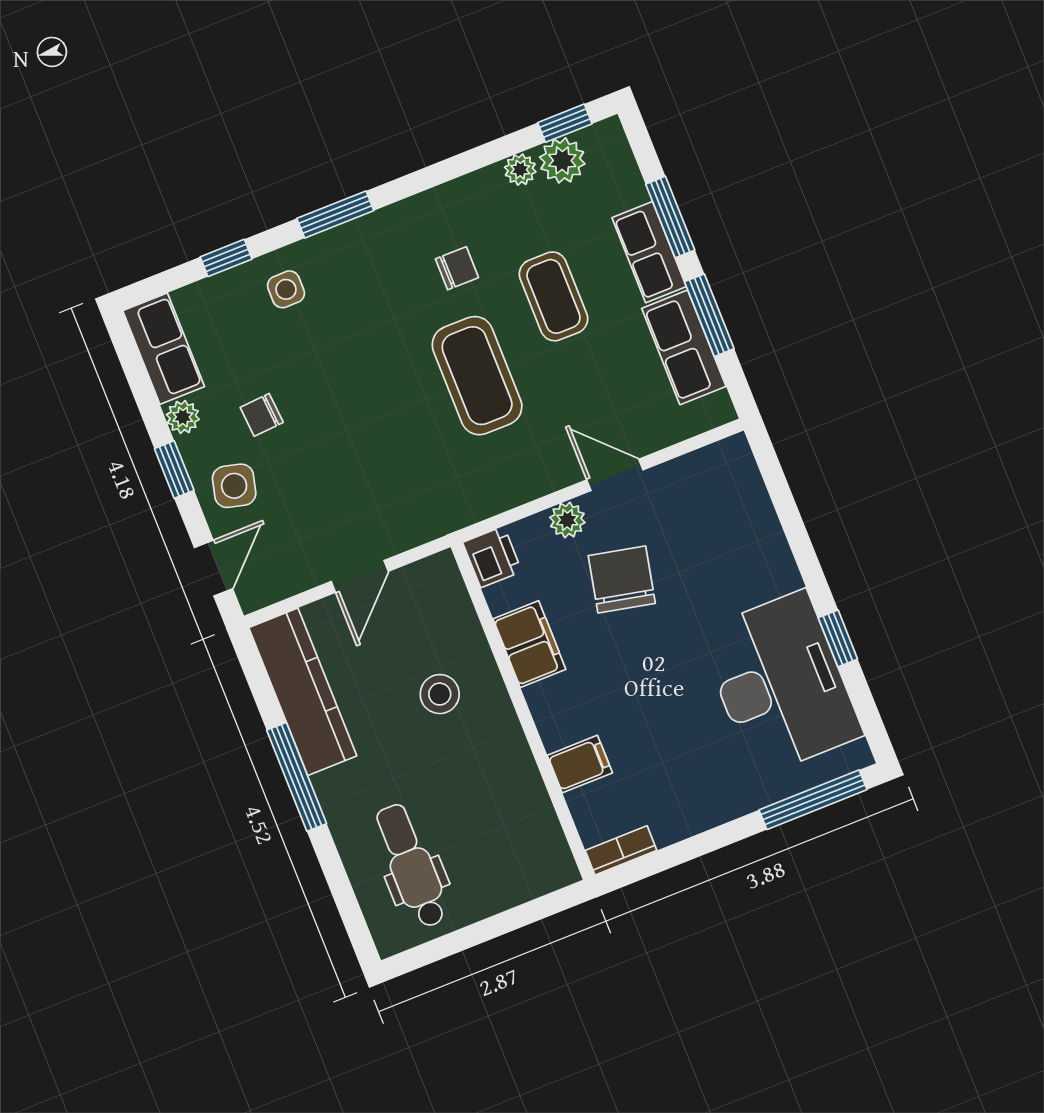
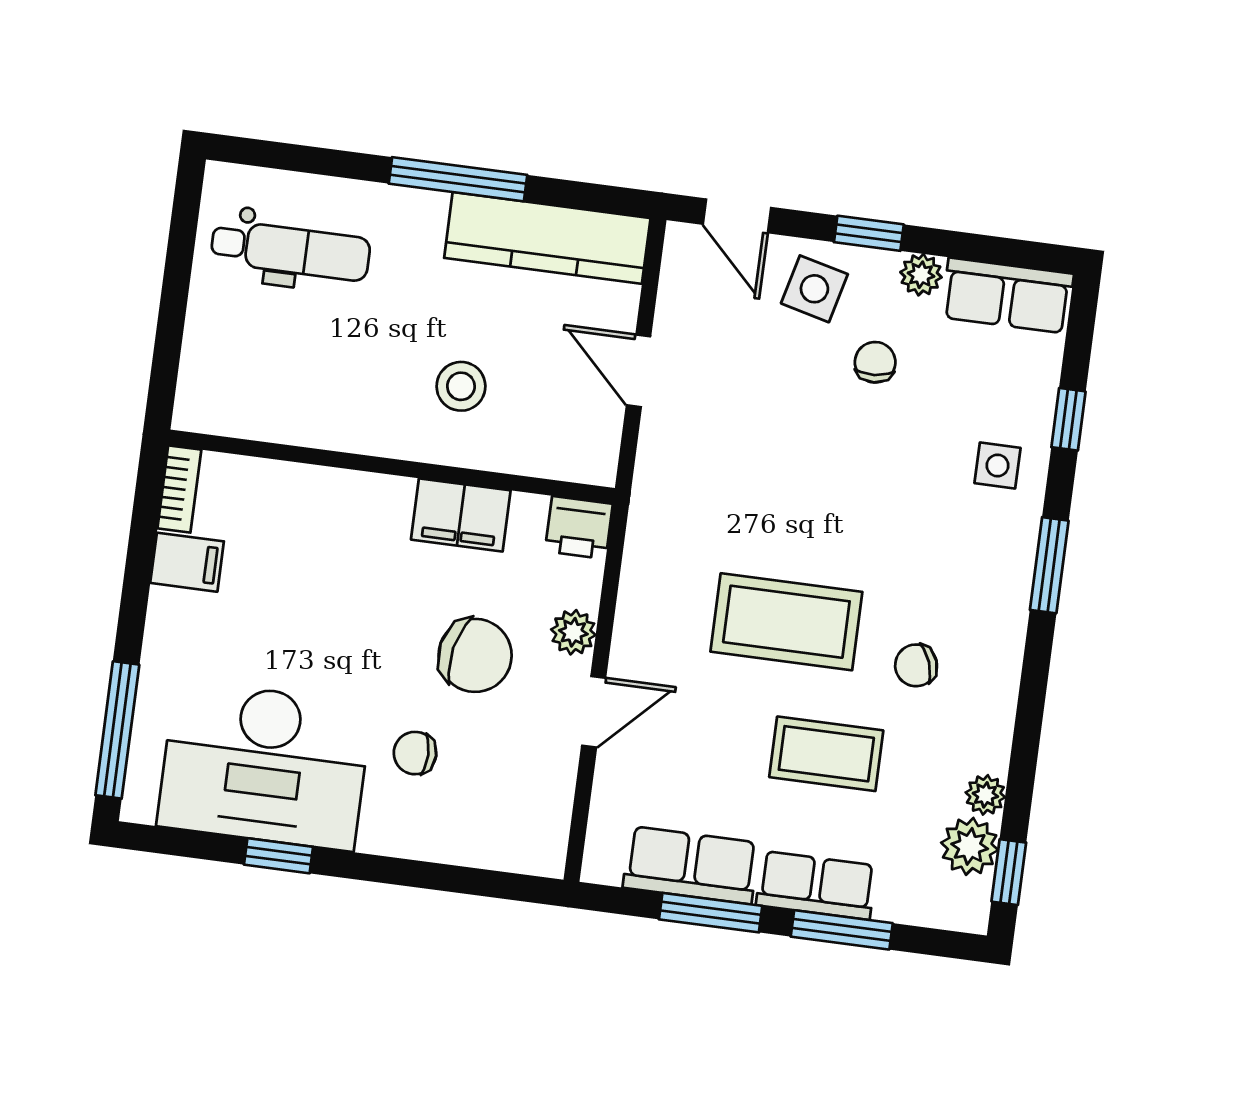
chair: (457, 268) -> (916, 665), turned 70
chair: (713, 583) -> (415, 753), added
filing cabinet: (580, 764) -> (187, 562), moved, turned -90

